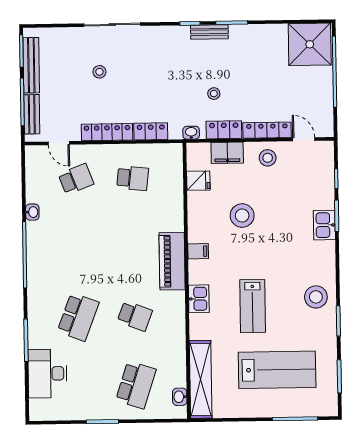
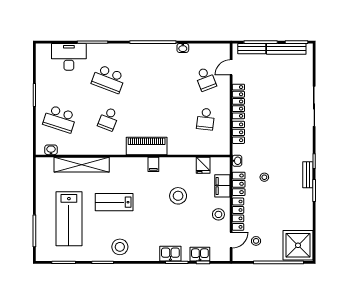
stool: (99, 72) -> (256, 241), moved
kitchen sink: (199, 299) -> (200, 254), moved, turned 180
shelving: (201, 379) -> (82, 165), moved

